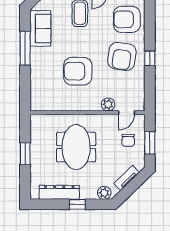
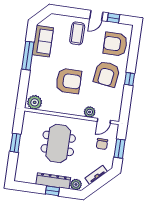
armchair: (78, 71) -> (69, 81), turned 180
plant: (41, 102) -> (35, 102), added
dresser: (59, 192) -> (53, 181), moved

